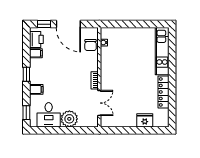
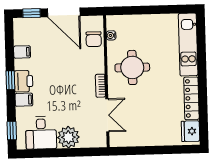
printer: (36, 39) -> (24, 81), moved
round table: (119, 67) -> (132, 67), added
fridge: (145, 120) -> (190, 131), moved, turned -90

